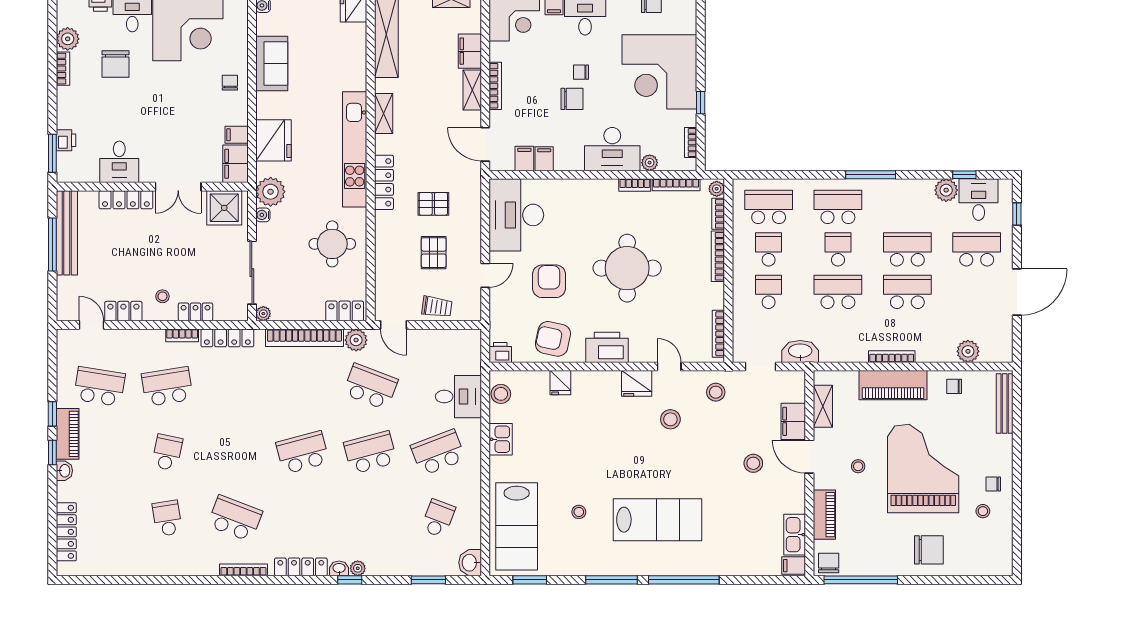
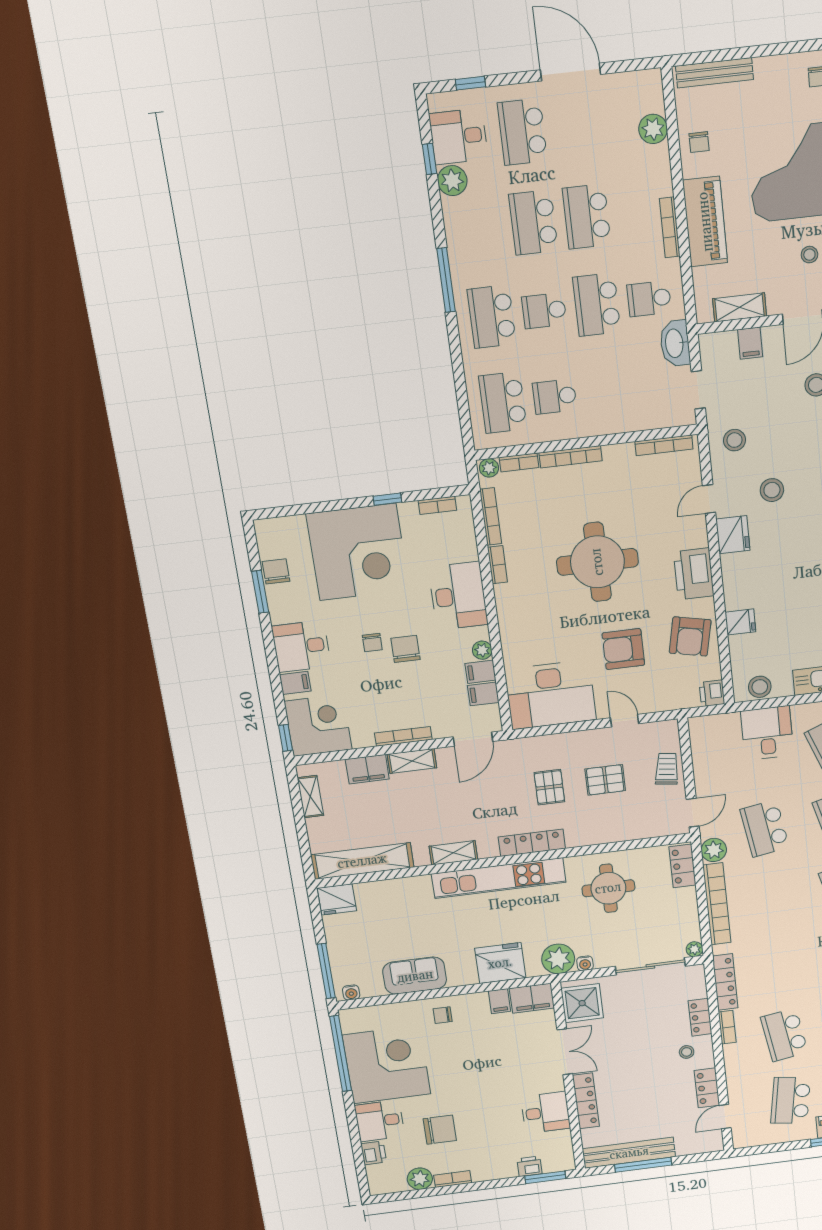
plant: (650, 163) -> (482, 650), moved
school desk: (769, 292) -> (649, 299), moved
school desk: (370, 387) -> (765, 828), turned -30
filing cabinet: (793, 421) -> (750, 343), width x0.50

